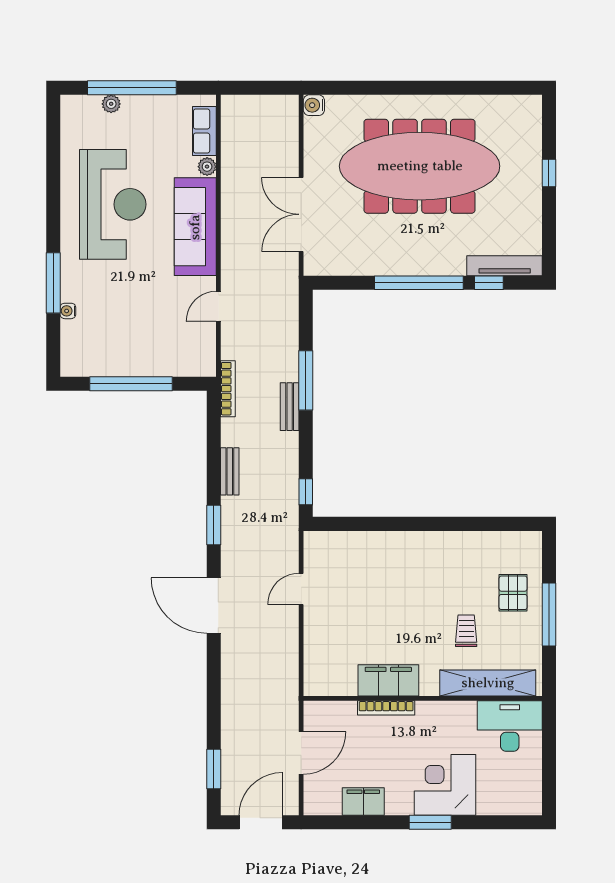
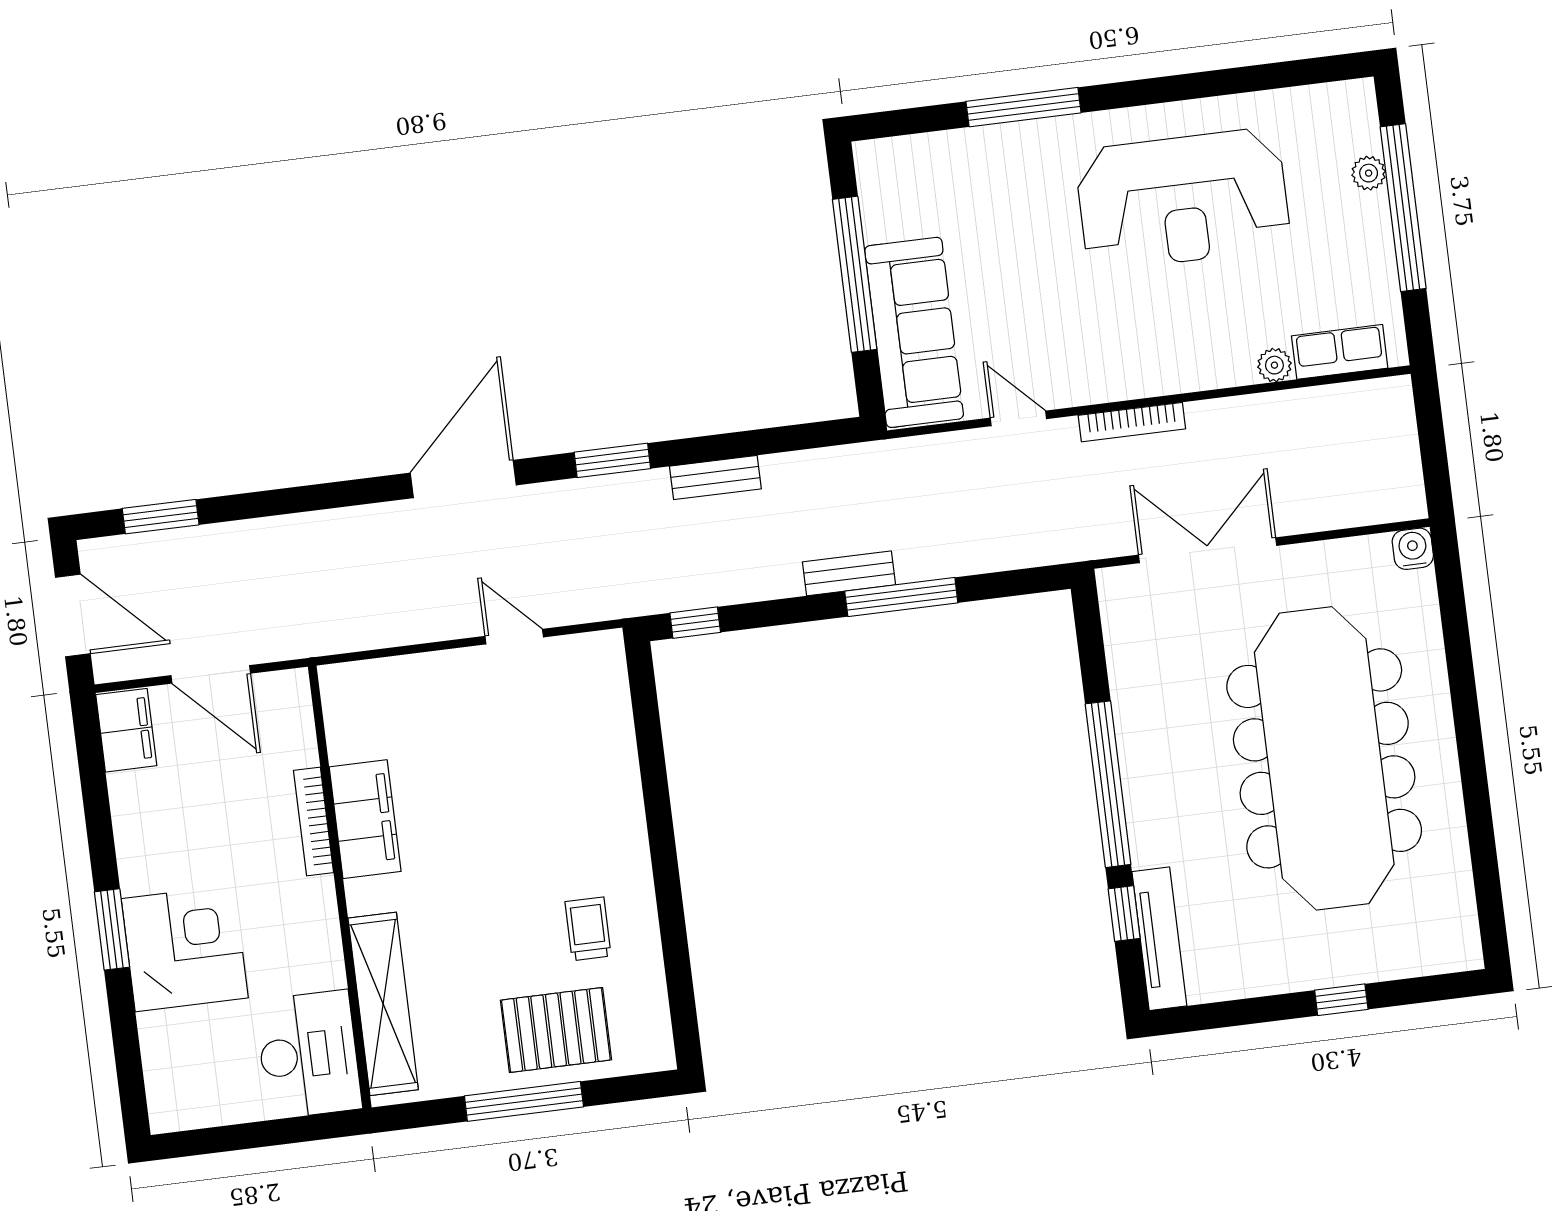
sofa: (195, 227) -> (914, 332), moved, turned 90
water cooler: (68, 311) -> (975, 141), removed
bookcase: (228, 389) -> (1132, 422), moved
pallet: (513, 593) -> (556, 1030), width x1.50, depth x1.42
trolley: (466, 631) -> (588, 929), moved, turned -90
filing cabinet: (363, 801) -> (126, 730), moved

